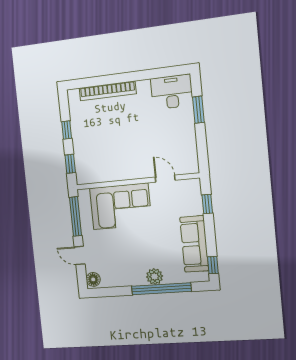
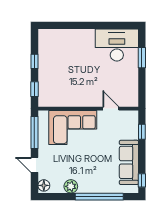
bookcase: (108, 91) -> (72, 34), removed
desk: (172, 92) -> (117, 45), width x1.36, depth x1.30
plant: (154, 277) -> (71, 186), moved

